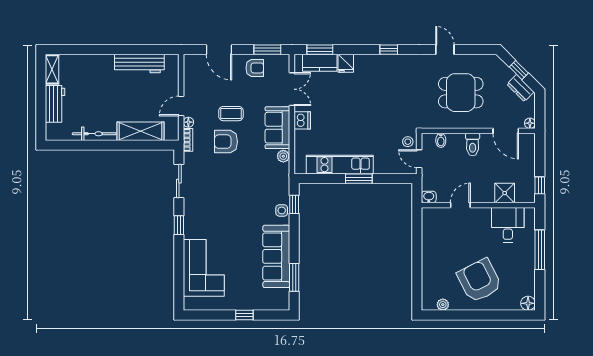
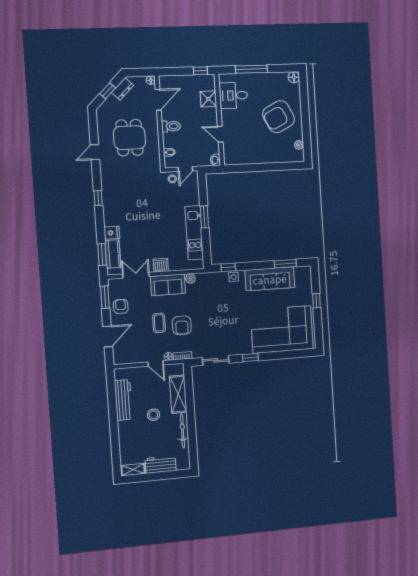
stool: (118, 99) -> (153, 415), added
corner sofa: (204, 268) -> (282, 330), width x1.36, depth x1.36

